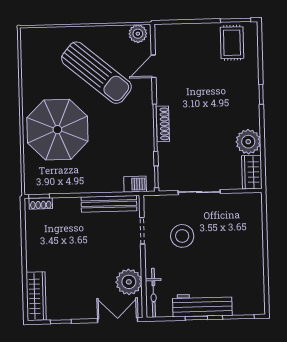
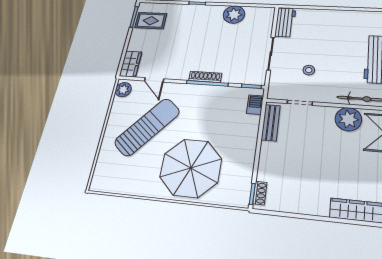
wardrobe: (252, 172) -> (131, 64), moved, turned -90
workbench: (242, 203) -> (285, 22), added
bench: (109, 204) -> (271, 123), width x0.73
stool: (182, 236) -> (309, 70), width x0.53, depth x0.53

